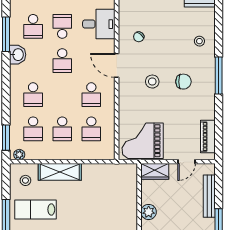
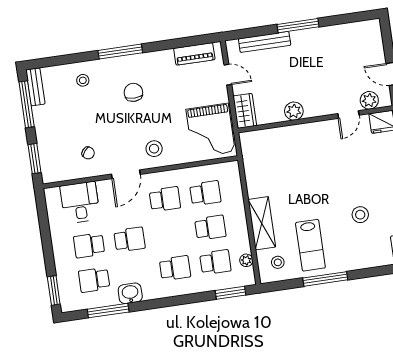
school desk: (33, 26) -> (94, 280), turned 180
stool: (152, 82) -> (154, 149), moved
plant: (19, 155) -> (246, 260), moved

